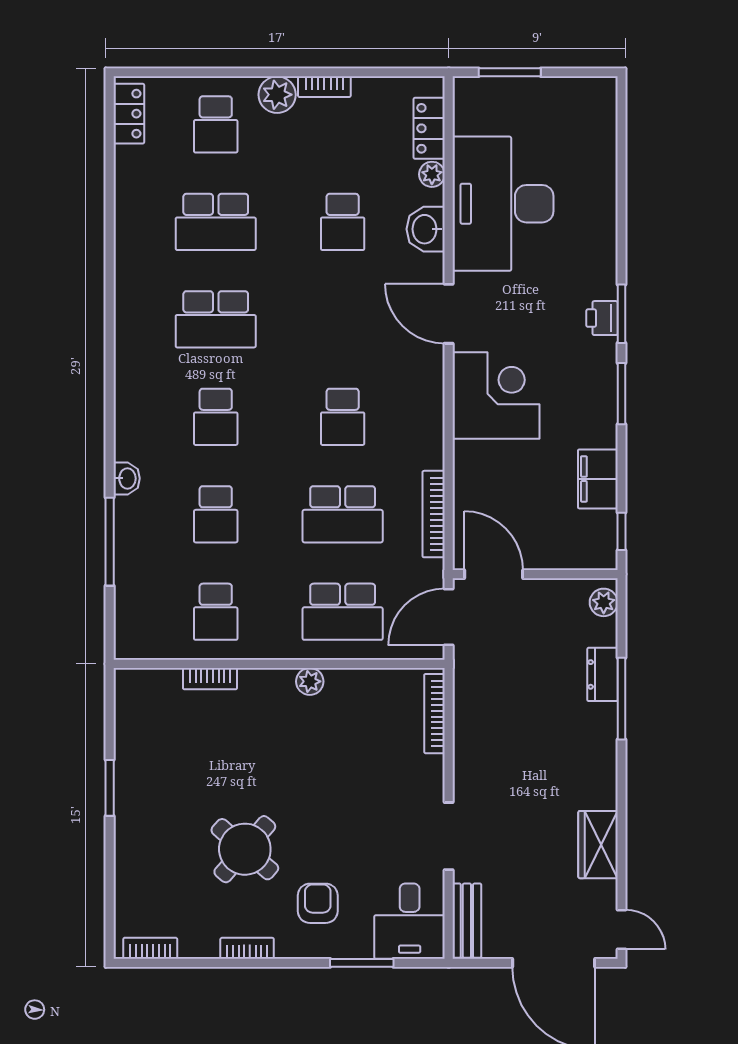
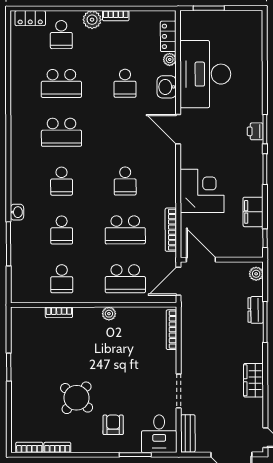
locker: (129, 114) -> (30, 18), moved, turned 90
corner desk: (496, 395) -> (202, 191), moved
wardrobe: (598, 845) -> (253, 380), moved
bookcase: (247, 948) -> (57, 448), moved

